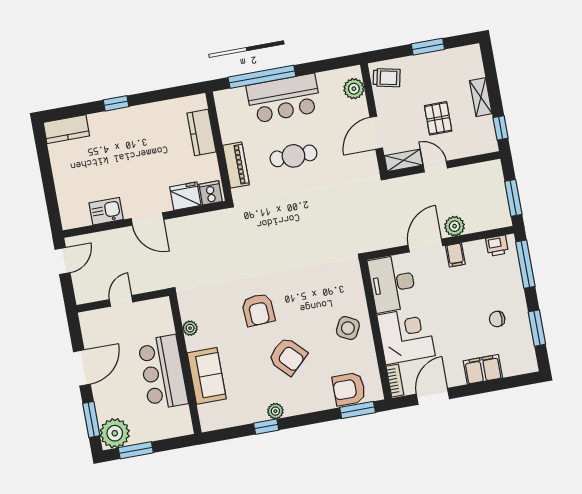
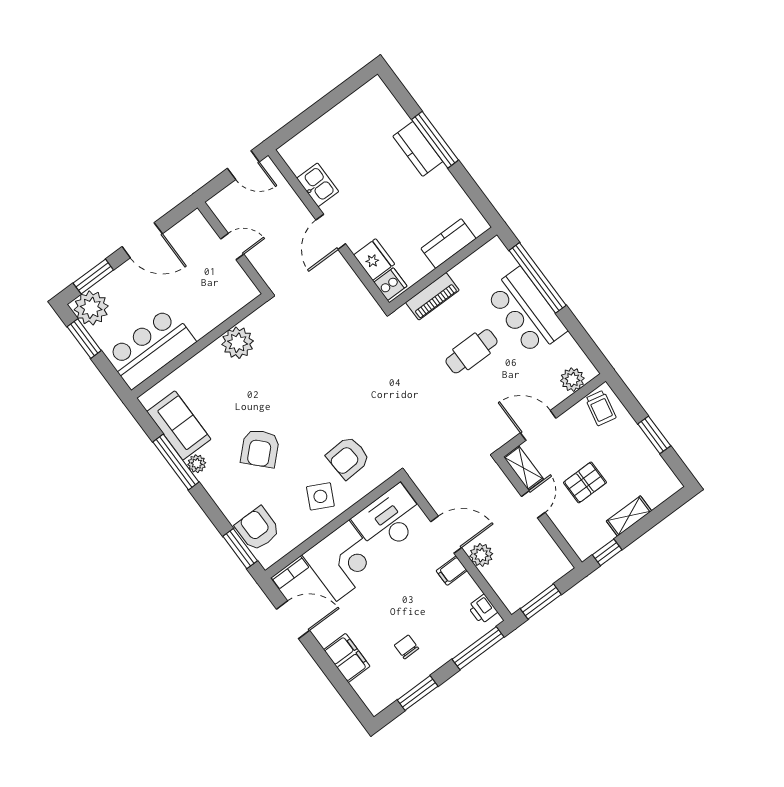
window: (116, 103) -> (435, 140), width x2.17
kitchen counter: (66, 129) -> (418, 149), moved
cafe table: (293, 156) -> (471, 351), turned 90
armchair: (258, 310) -> (348, 458), moved
plant: (190, 328) -> (238, 343), width x1.88, depth x1.88
bar counter: (163, 372) -> (151, 348), moved
sofa: (207, 376) -> (179, 425), moved, turned -90
window: (266, 427) -> (176, 462), width x2.17

